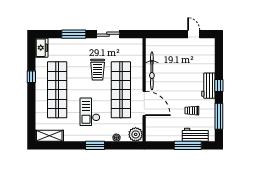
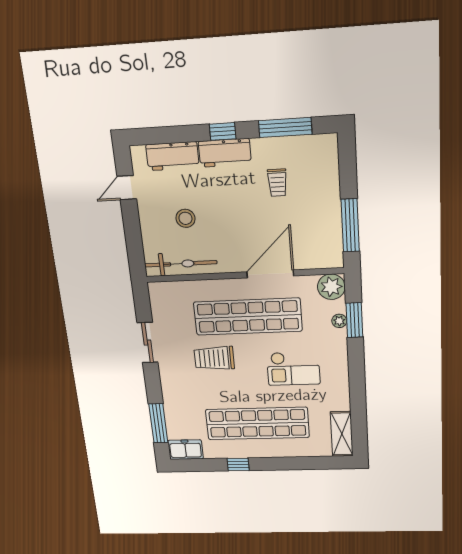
window: (74, 34) -> (158, 423), moved
stool: (176, 62) -> (185, 218), added
trolley: (98, 70) -> (214, 358), turned 180
bicycle: (152, 71) -> (181, 264), moved
workbench: (195, 135) -> (172, 156), moved, turned -90
window: (95, 145) -> (354, 320), moved
window: (188, 145) -> (350, 225), moved

